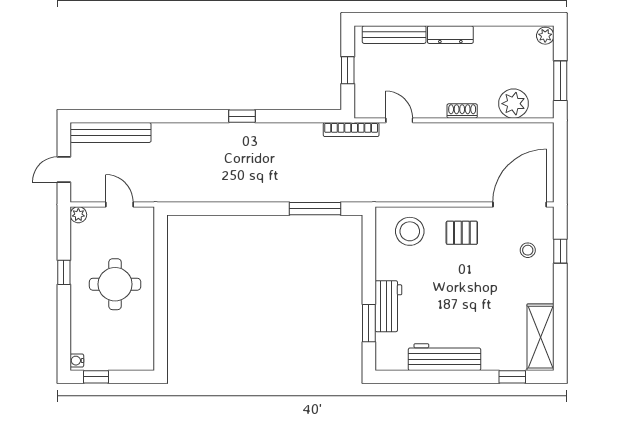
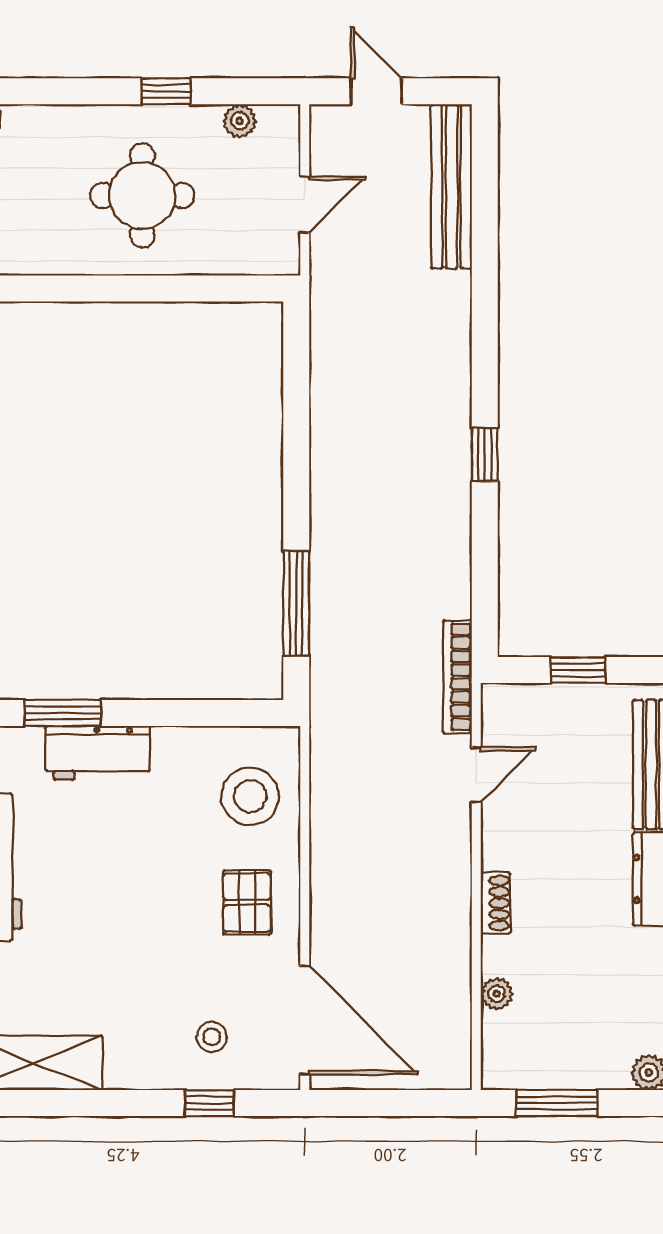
plant: (514, 104) -> (497, 994), width x0.53, depth x0.53
plant: (78, 215) -> (240, 121), moved

